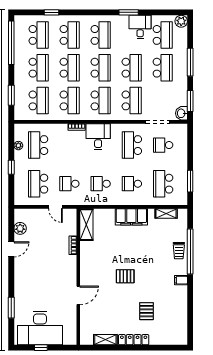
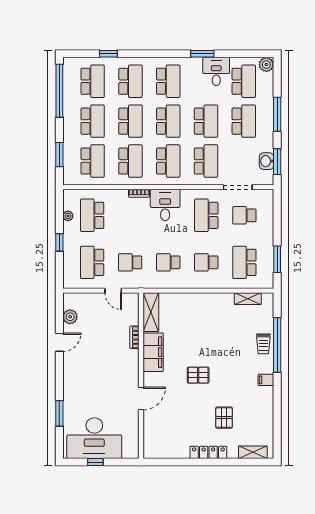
washbasin: (181, 113) -> (267, 161), moved
filing cabinet: (131, 217) -> (153, 352), moved, turned -90
shelving: (105, 340) -> (253, 452), moved

